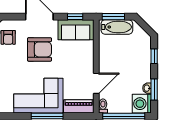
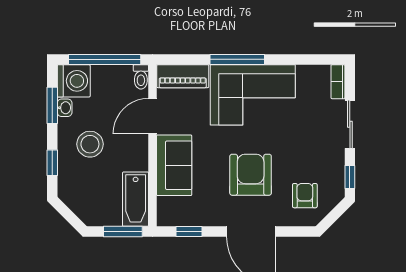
bathtub: (117, 27) -> (136, 199), moved, turned -90
sofa: (76, 30) -> (174, 165), moved, turned 90
armchair: (40, 49) -> (251, 175), turned 90
stool: (132, 67) -> (90, 144), added

